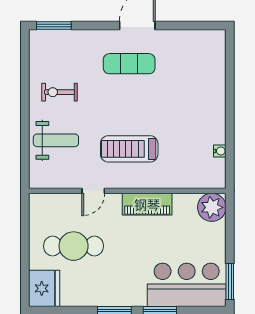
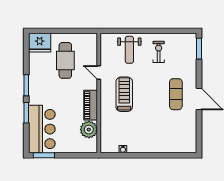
plant: (212, 207) -> (89, 130), moved

